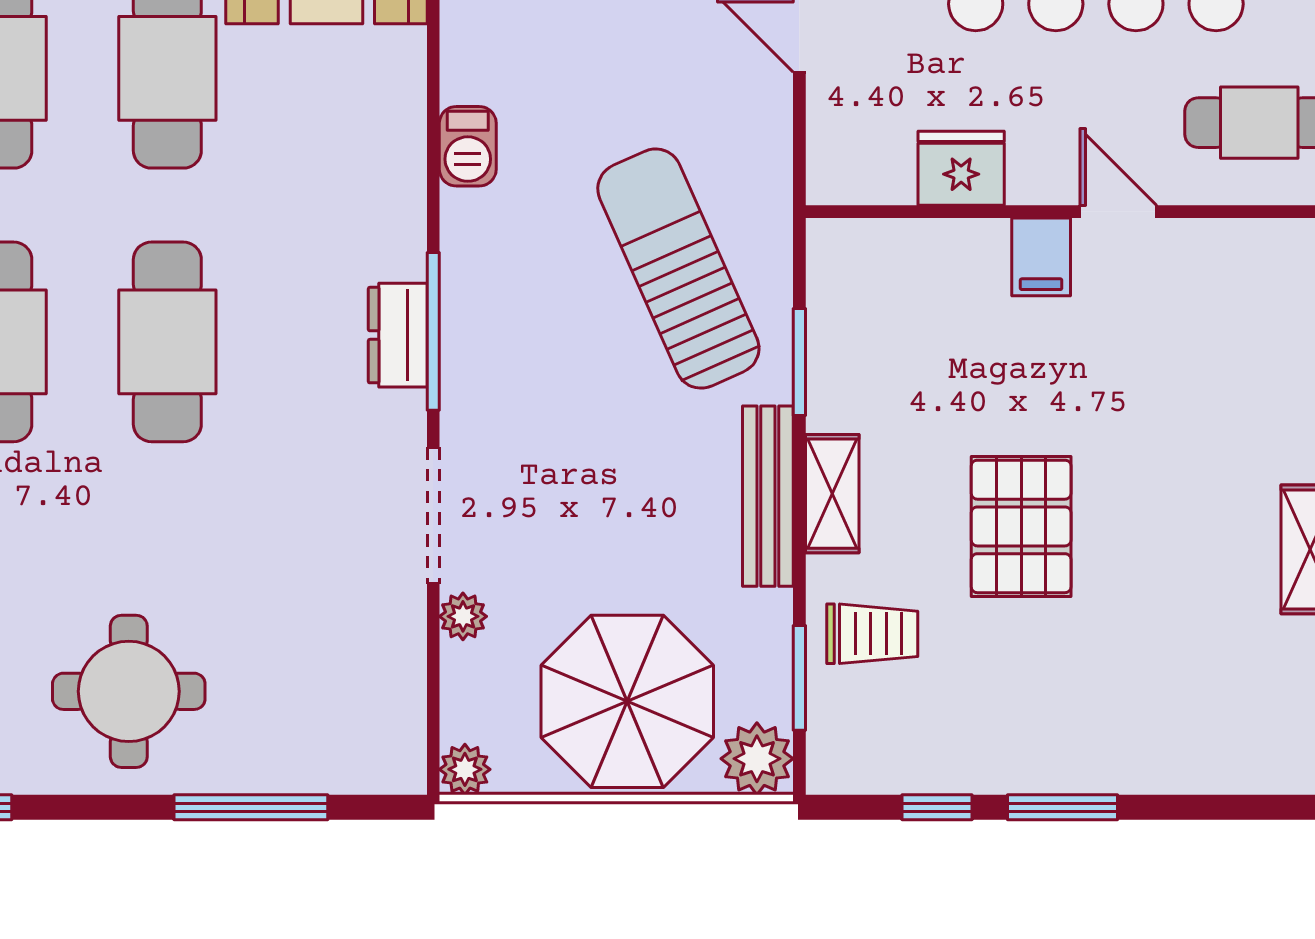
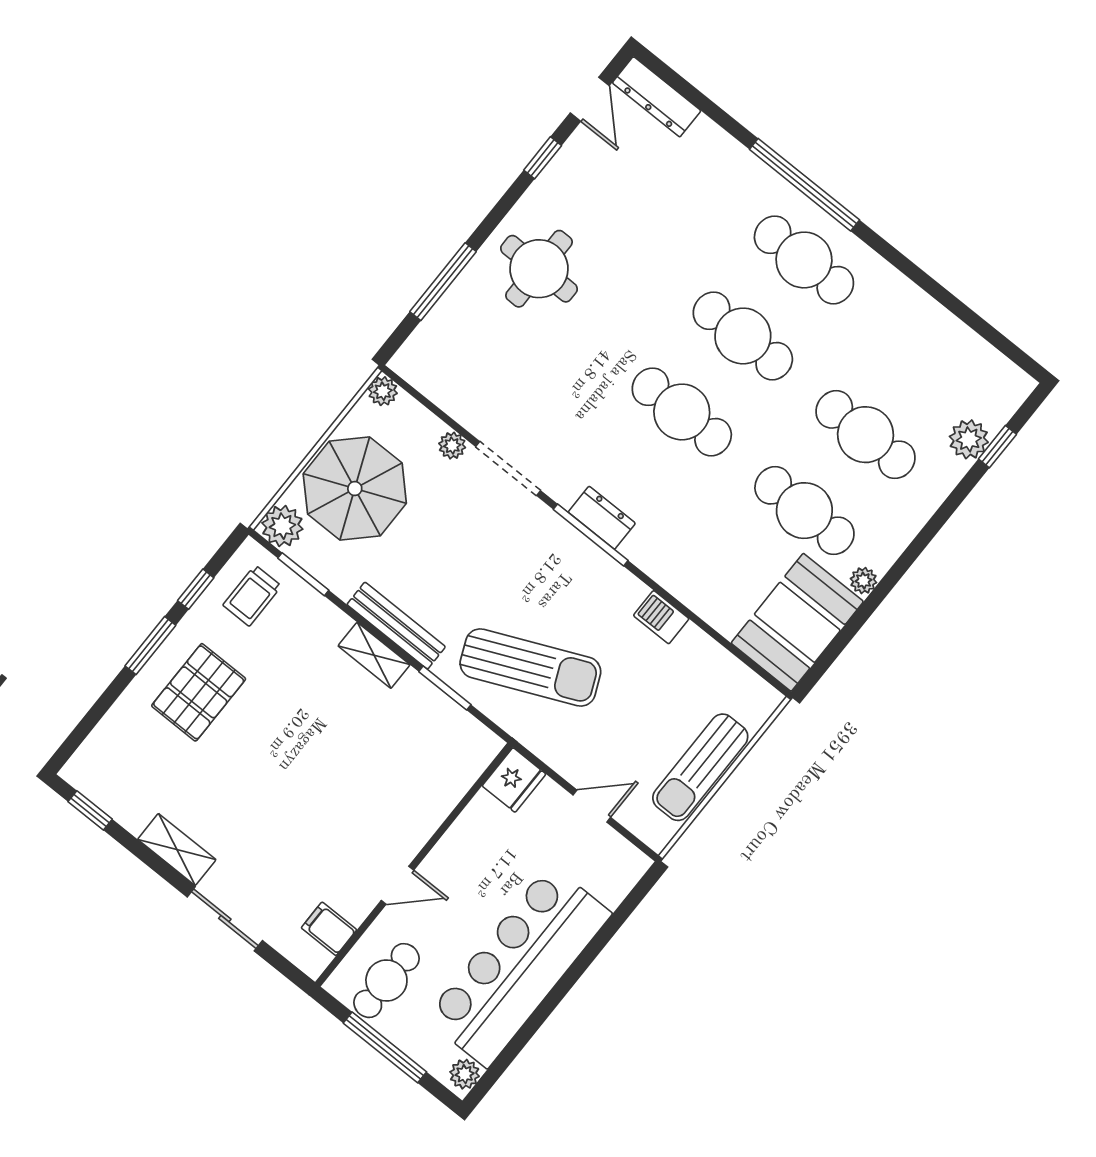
fridge: (961, 168) -> (514, 780), moved
filing cabinet: (1041, 257) -> (329, 929), moved
pallet: (1021, 526) -> (199, 692), moved, turned 90
trolley: (872, 634) -> (252, 596), moved

